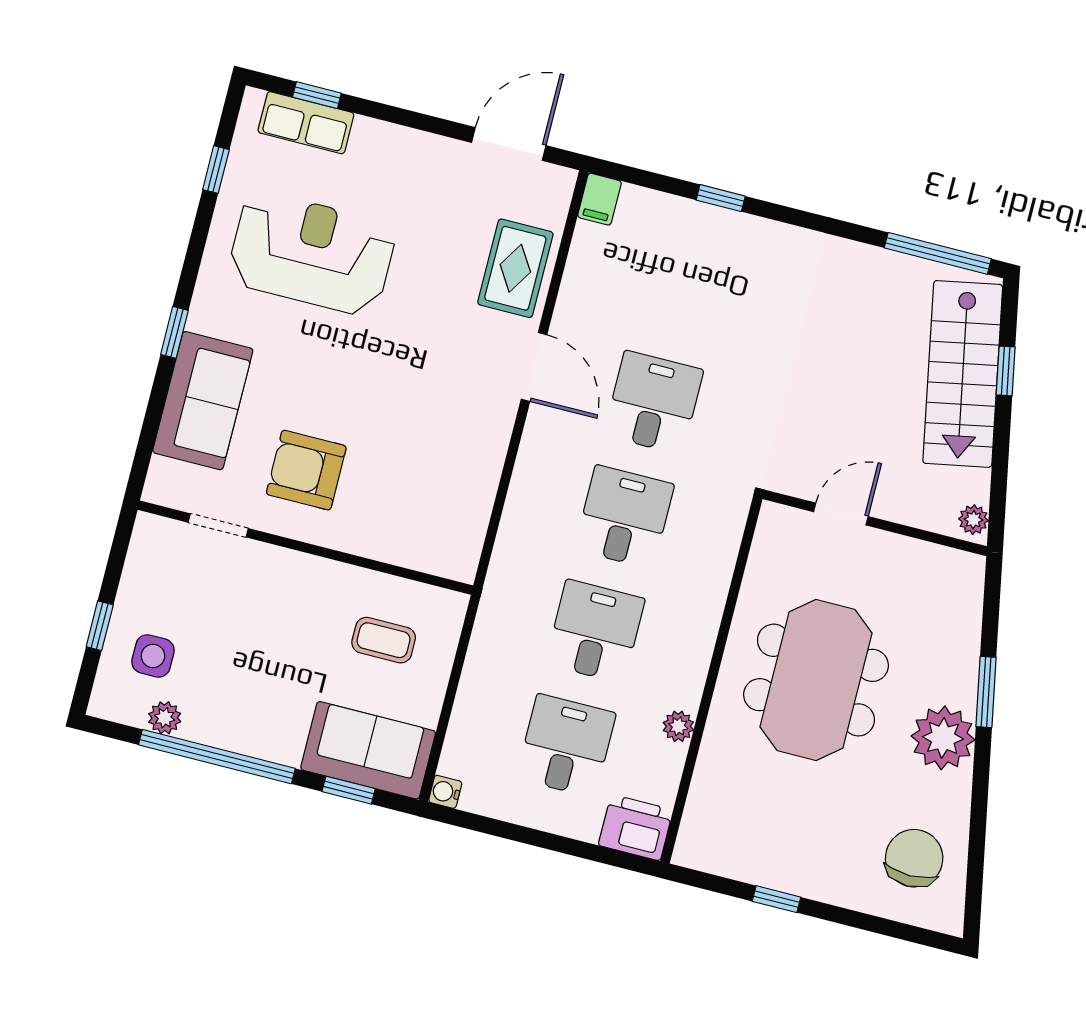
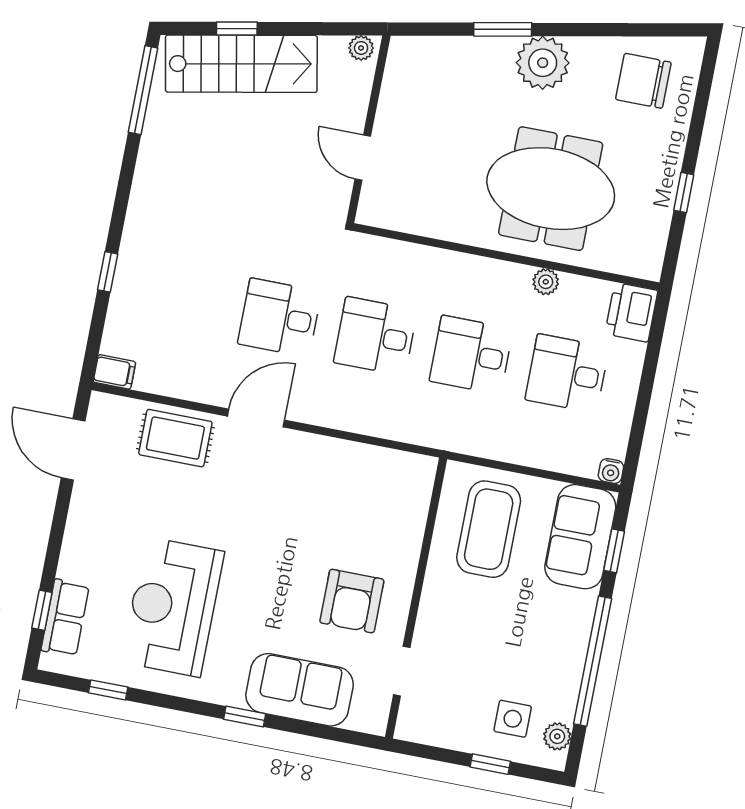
coffee table: (384, 640) -> (489, 529), width x1.86, depth x1.72
meeting table: (816, 680) -> (551, 189), moved
plant: (165, 718) -> (557, 736), moved

